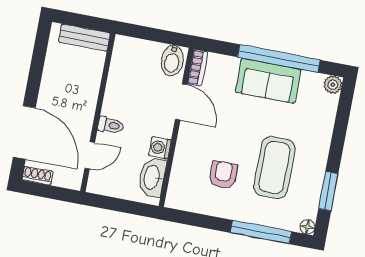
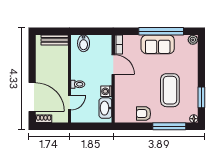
bidet: (172, 61) -> (84, 43), moved
armchair: (223, 175) -> (144, 114), moved, turned -90

